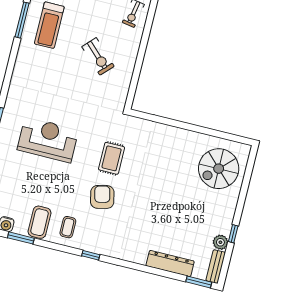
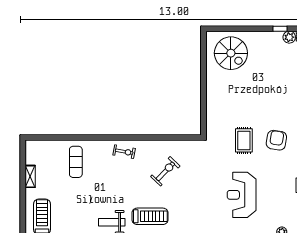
rug: (112, 158) -> (244, 140), turned 90
armchair: (102, 197) -> (276, 140), turned 112

